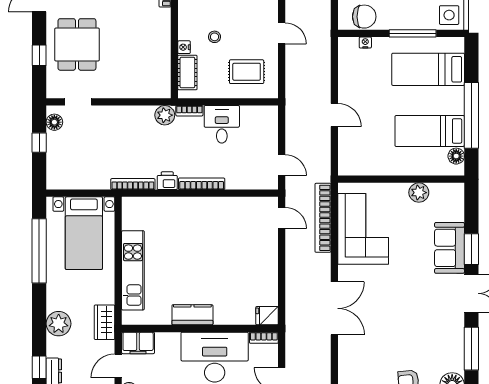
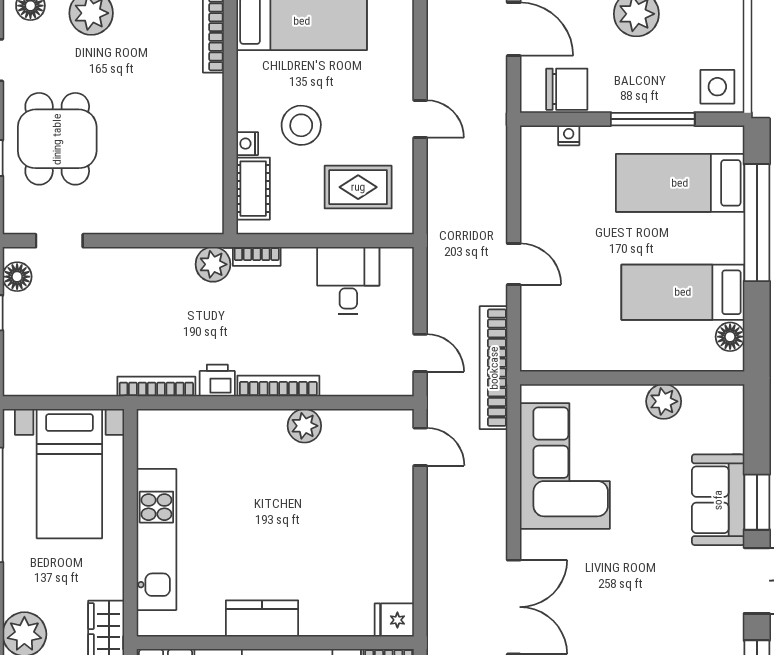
stool: (215, 37) -> (301, 125), width x1.89, depth x1.89
window: (471, 115) -> (757, 223), moved
desk: (222, 124) -> (348, 280), moved
plant: (216, 206) -> (304, 426), added
bookcase: (323, 218) -> (494, 368), moved

